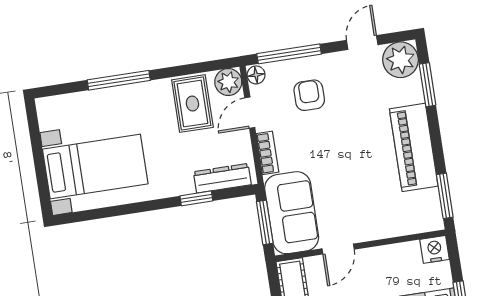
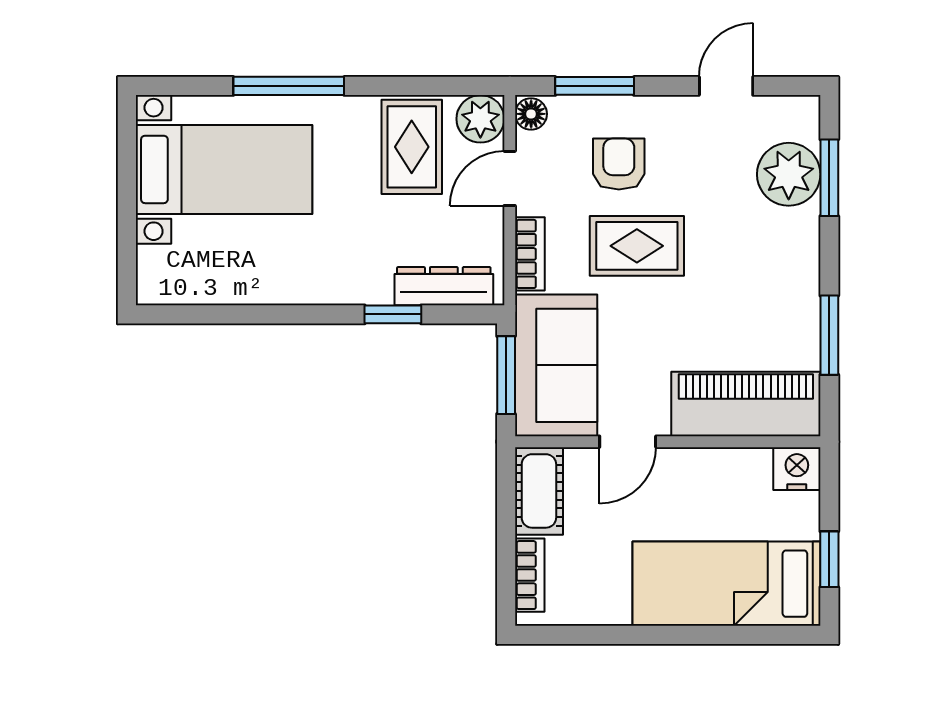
window: (289, 54) -> (595, 86), width x0.69
plant: (401, 60) -> (789, 174), moved
rug: (326, 139) -> (637, 246), added
piano: (414, 147) -> (746, 404), moved, turned 90
bed with nightstands: (95, 166) -> (224, 169), moved
window: (445, 196) -> (829, 335), moved

